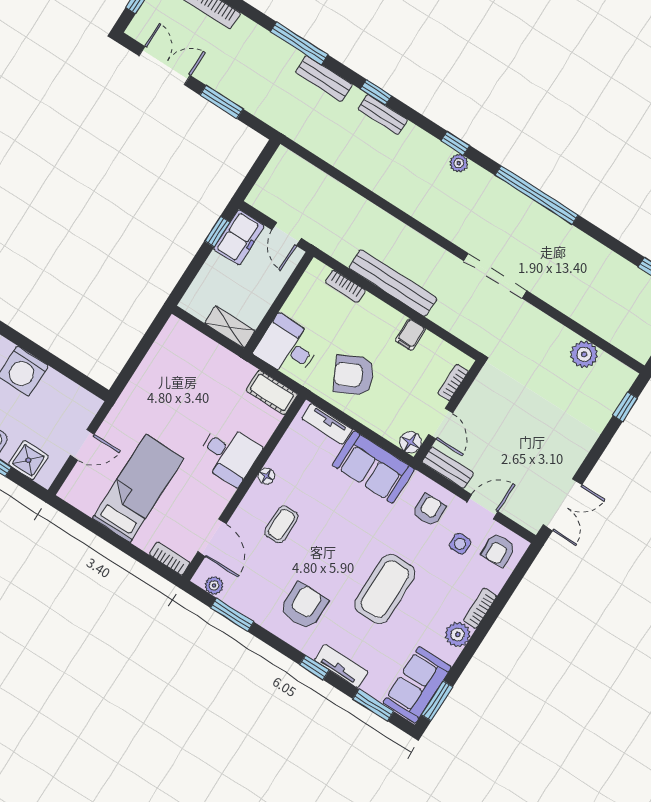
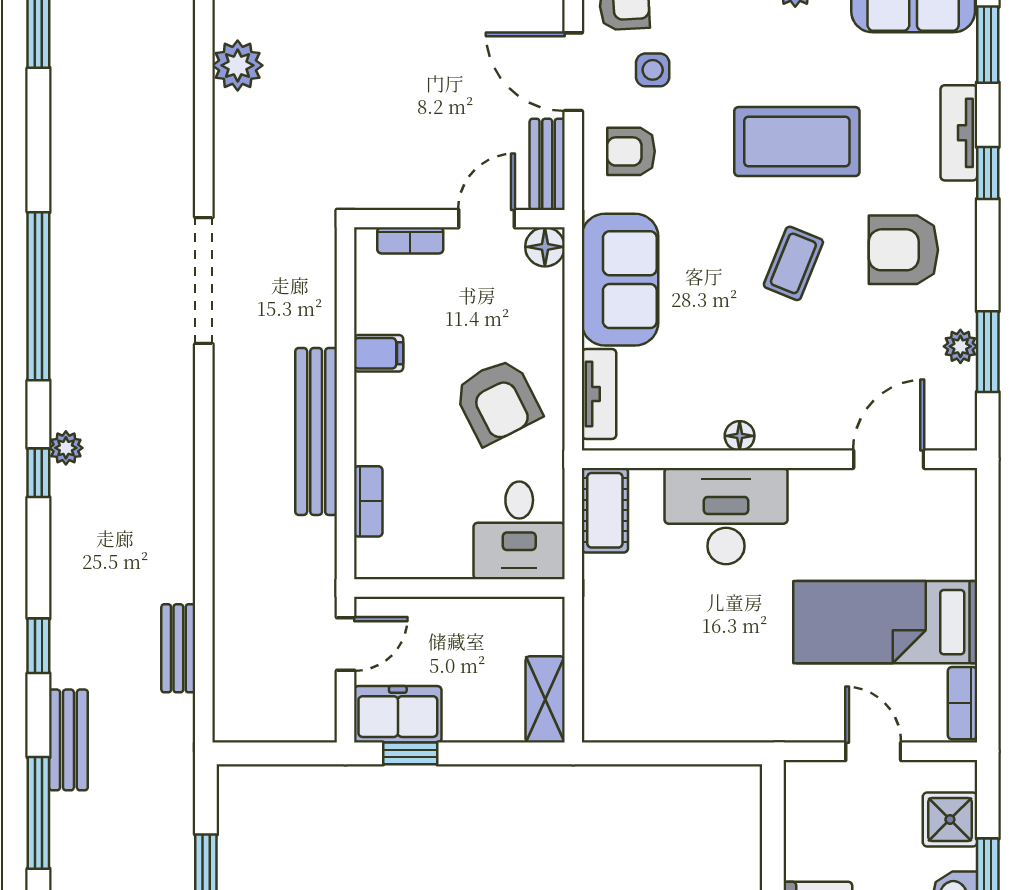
bench: (383, 115) -> (178, 648), moved
shelving: (230, 327) -> (545, 699), moved
desk: (229, 454) -> (726, 516), width x1.37
door: (483, 507) -> (573, 72), width x1.38
coffee table: (281, 524) -> (793, 263), moved, turned -68
bookcase: (170, 559) -> (962, 703), moved
plant: (214, 585) -> (960, 346), moved

